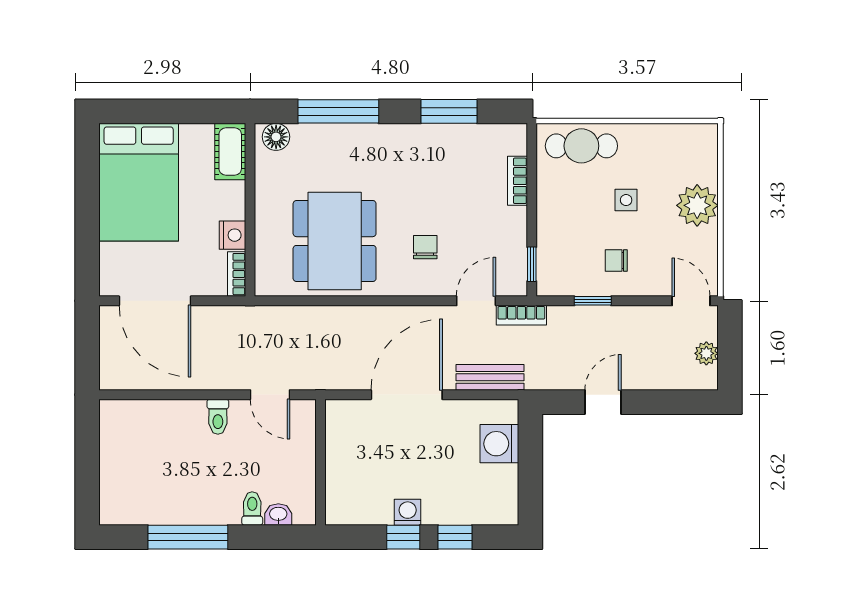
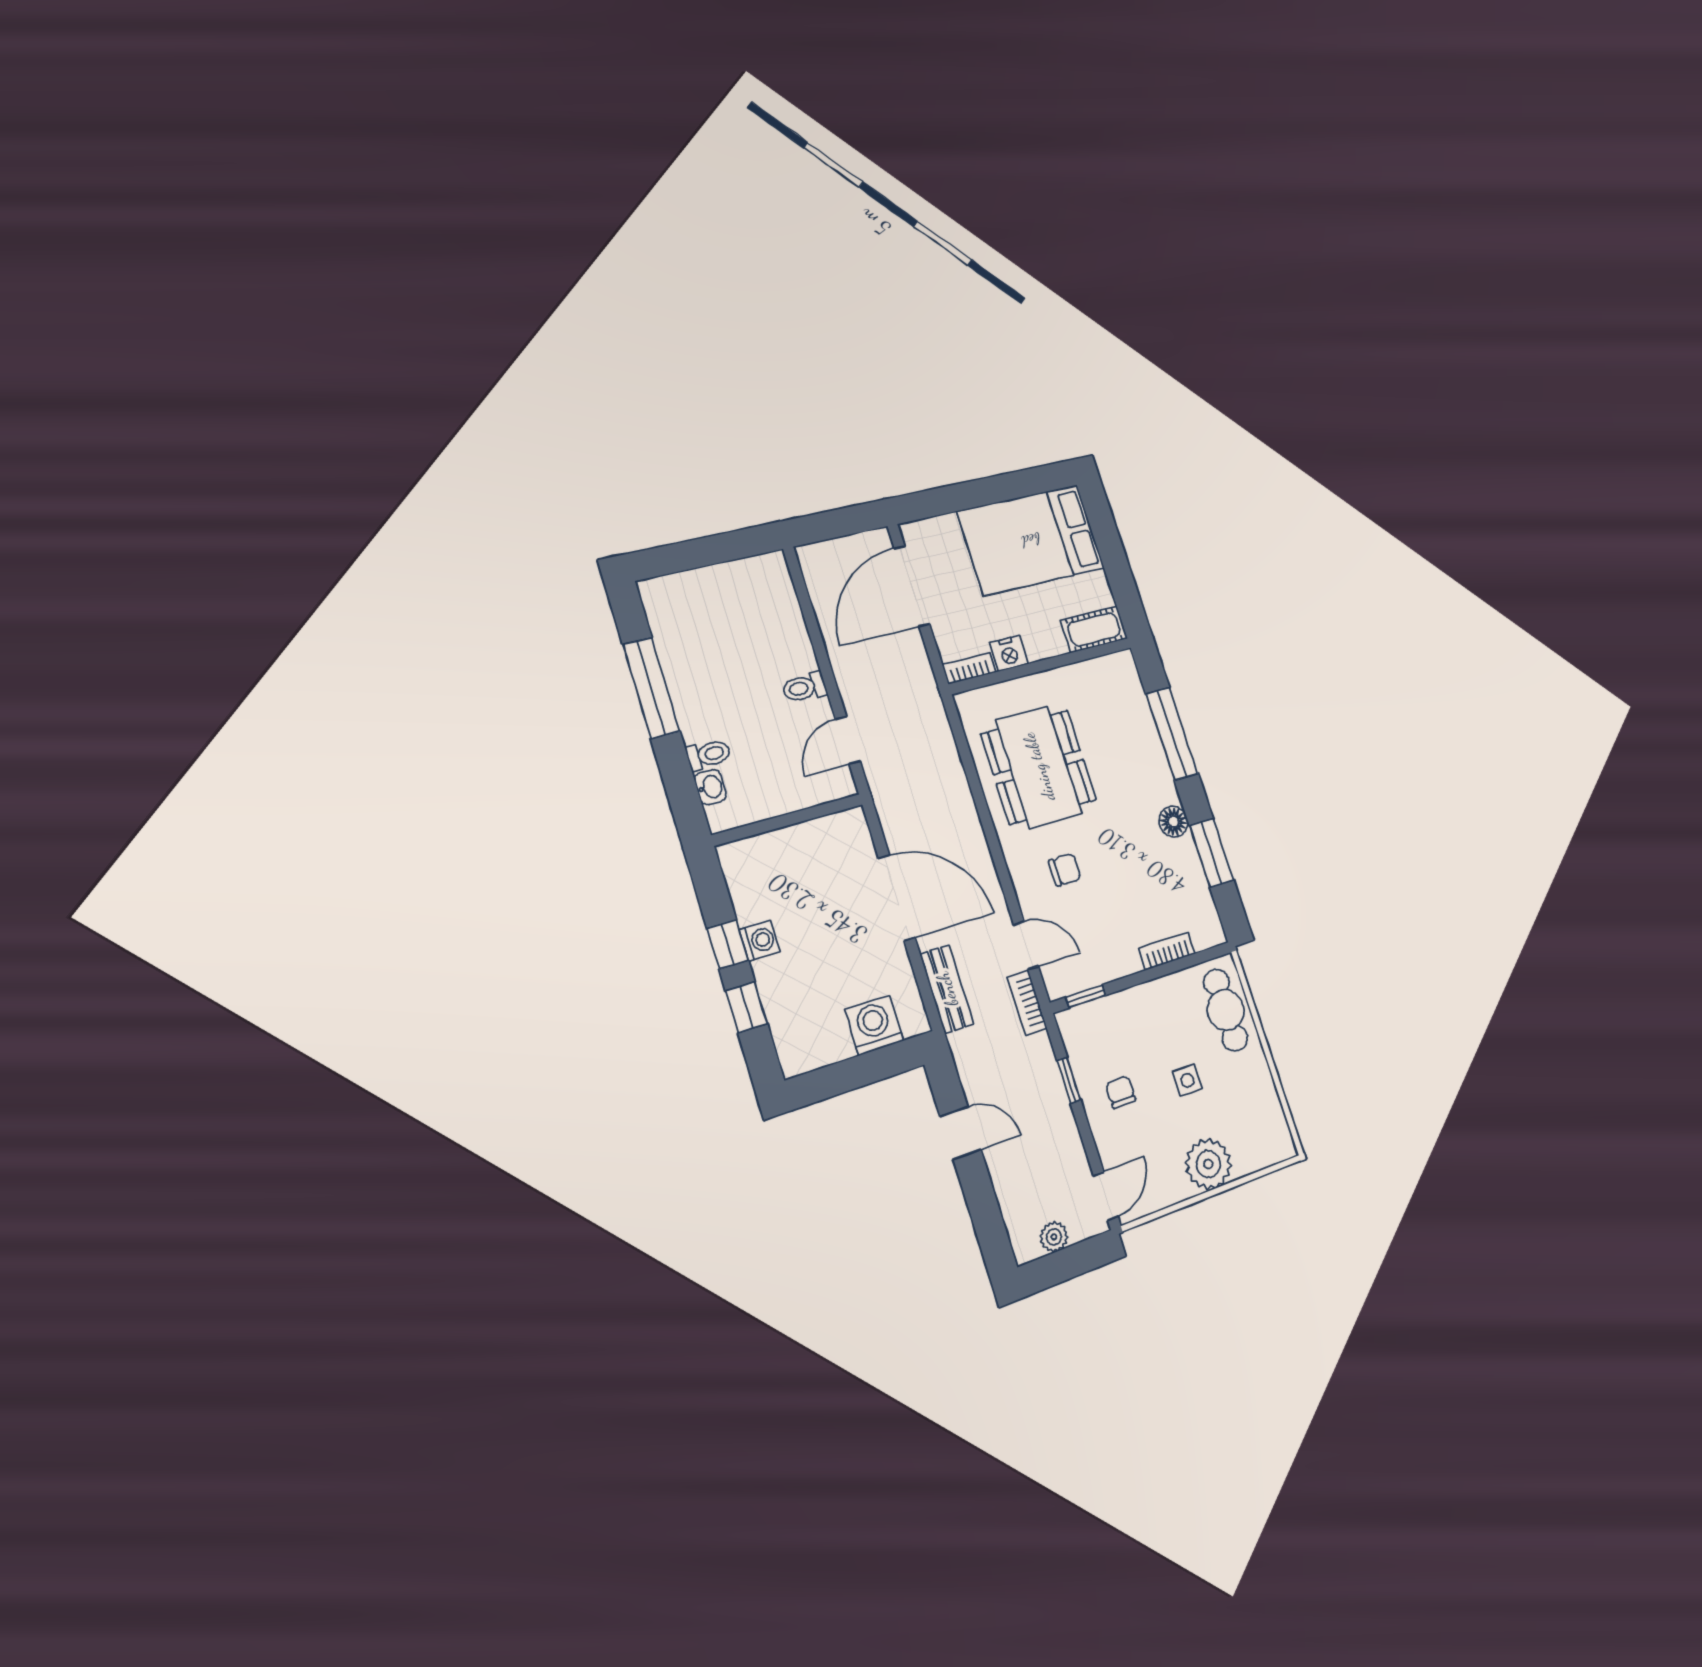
floor lamp: (276, 137) -> (1173, 822), moved
dining table: (335, 241) -> (1039, 767), turned 90

